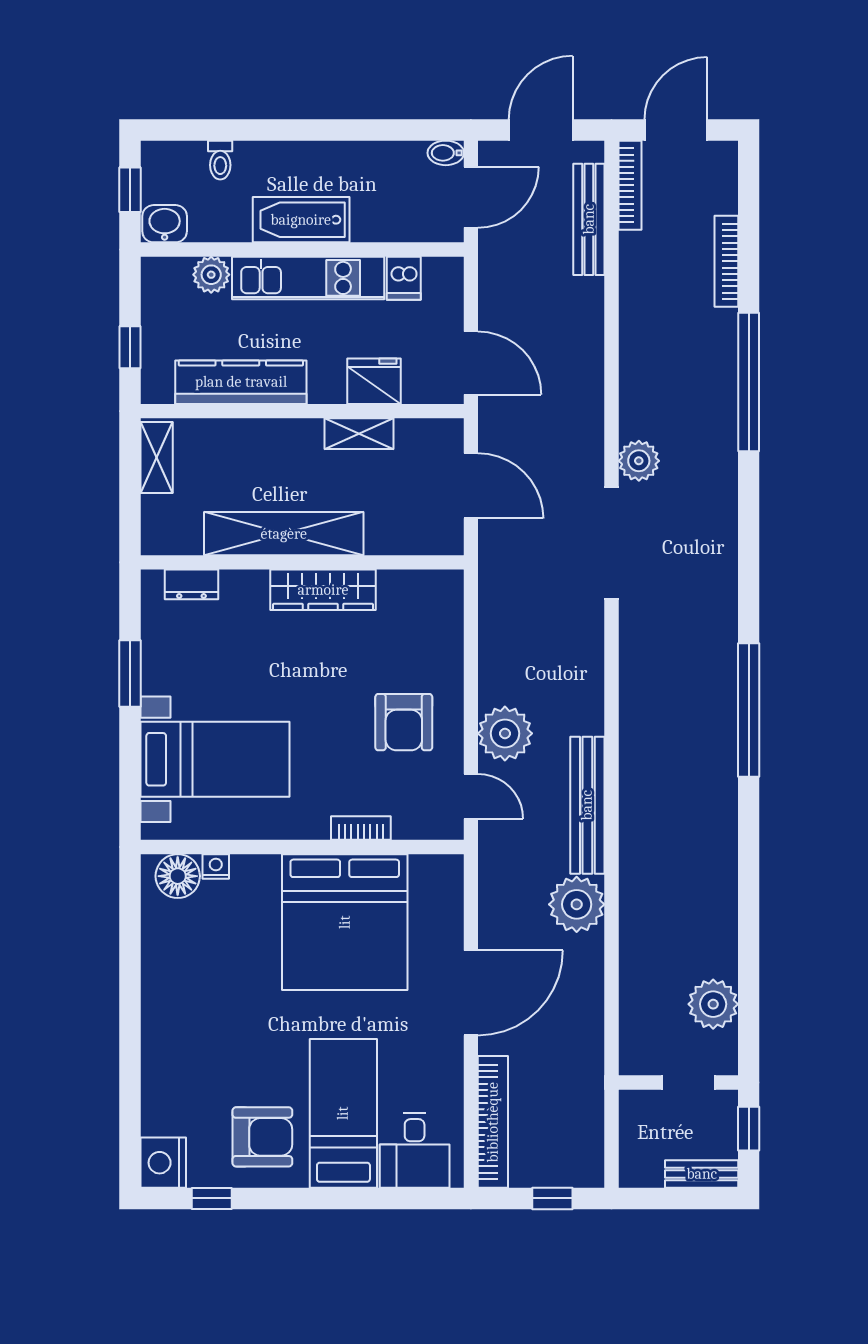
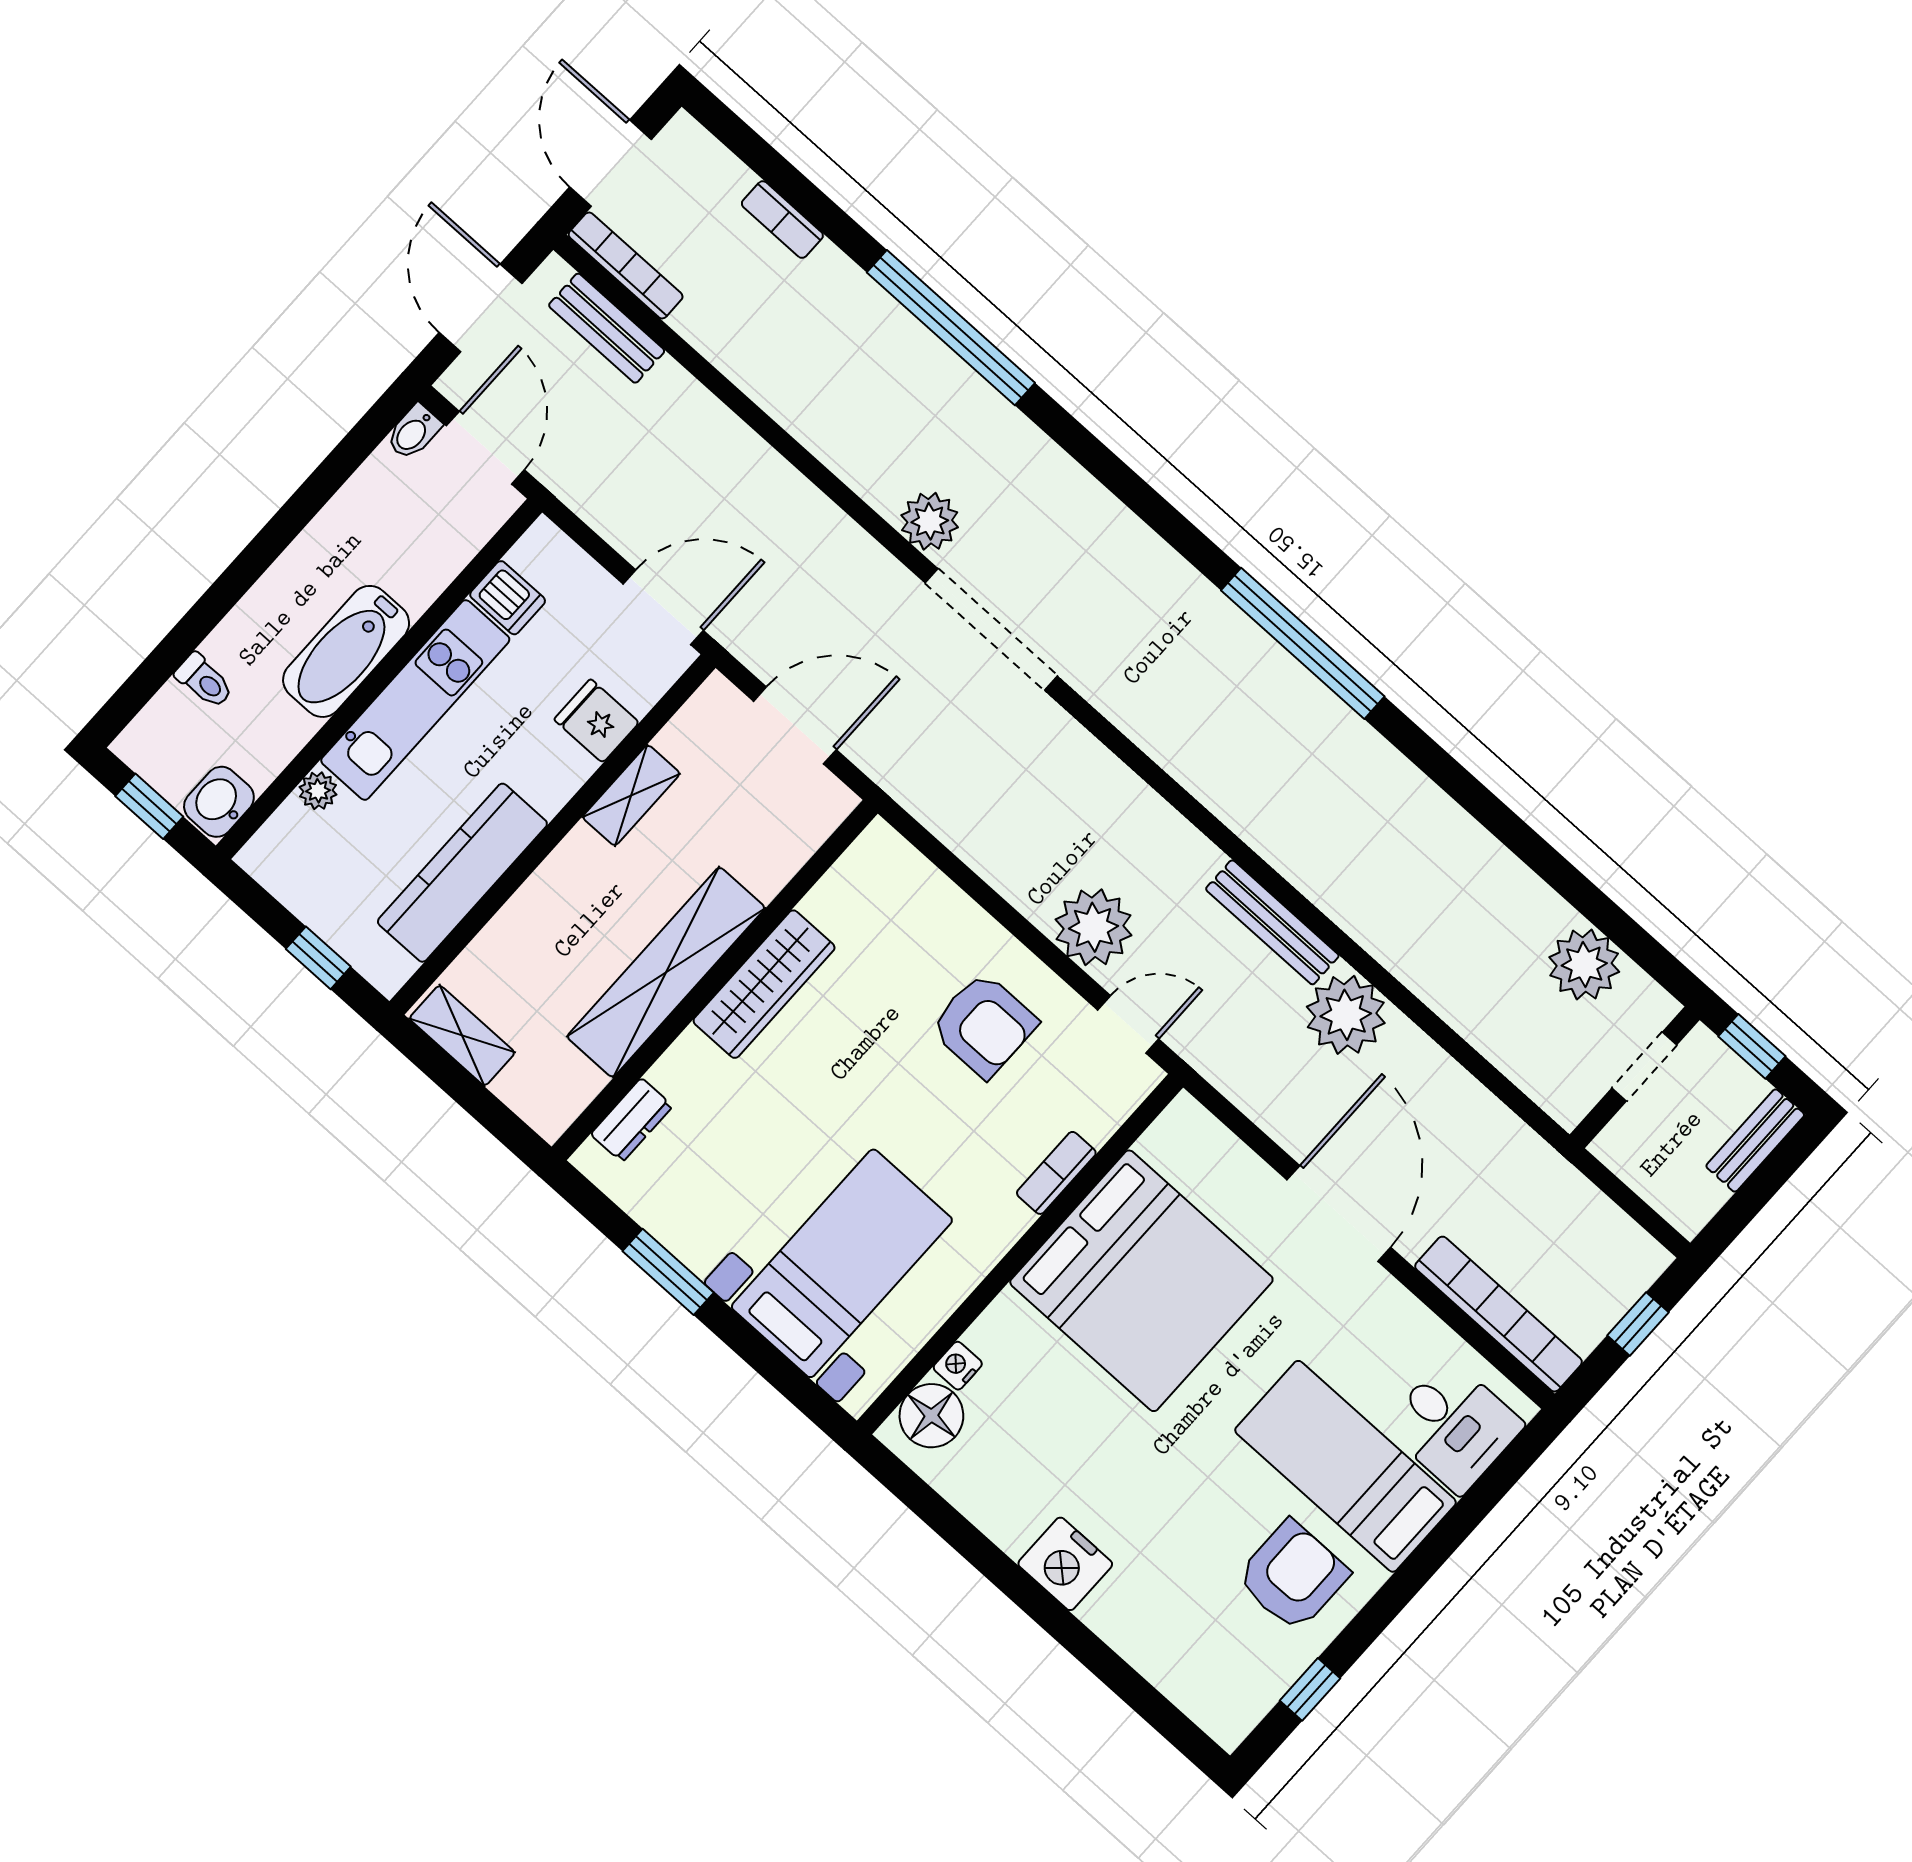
bench: (589, 219) -> (607, 328), width x0.73
bookcase: (726, 261) -> (782, 220), width x0.64
plant: (211, 275) -> (318, 791), width x0.73, depth x0.73
fridge: (374, 381) -> (597, 721), width x0.72
bench: (587, 805) -> (1272, 922), width x0.73, depth x0.82
nightstand: (163, 1163) -> (1065, 1564), moved

